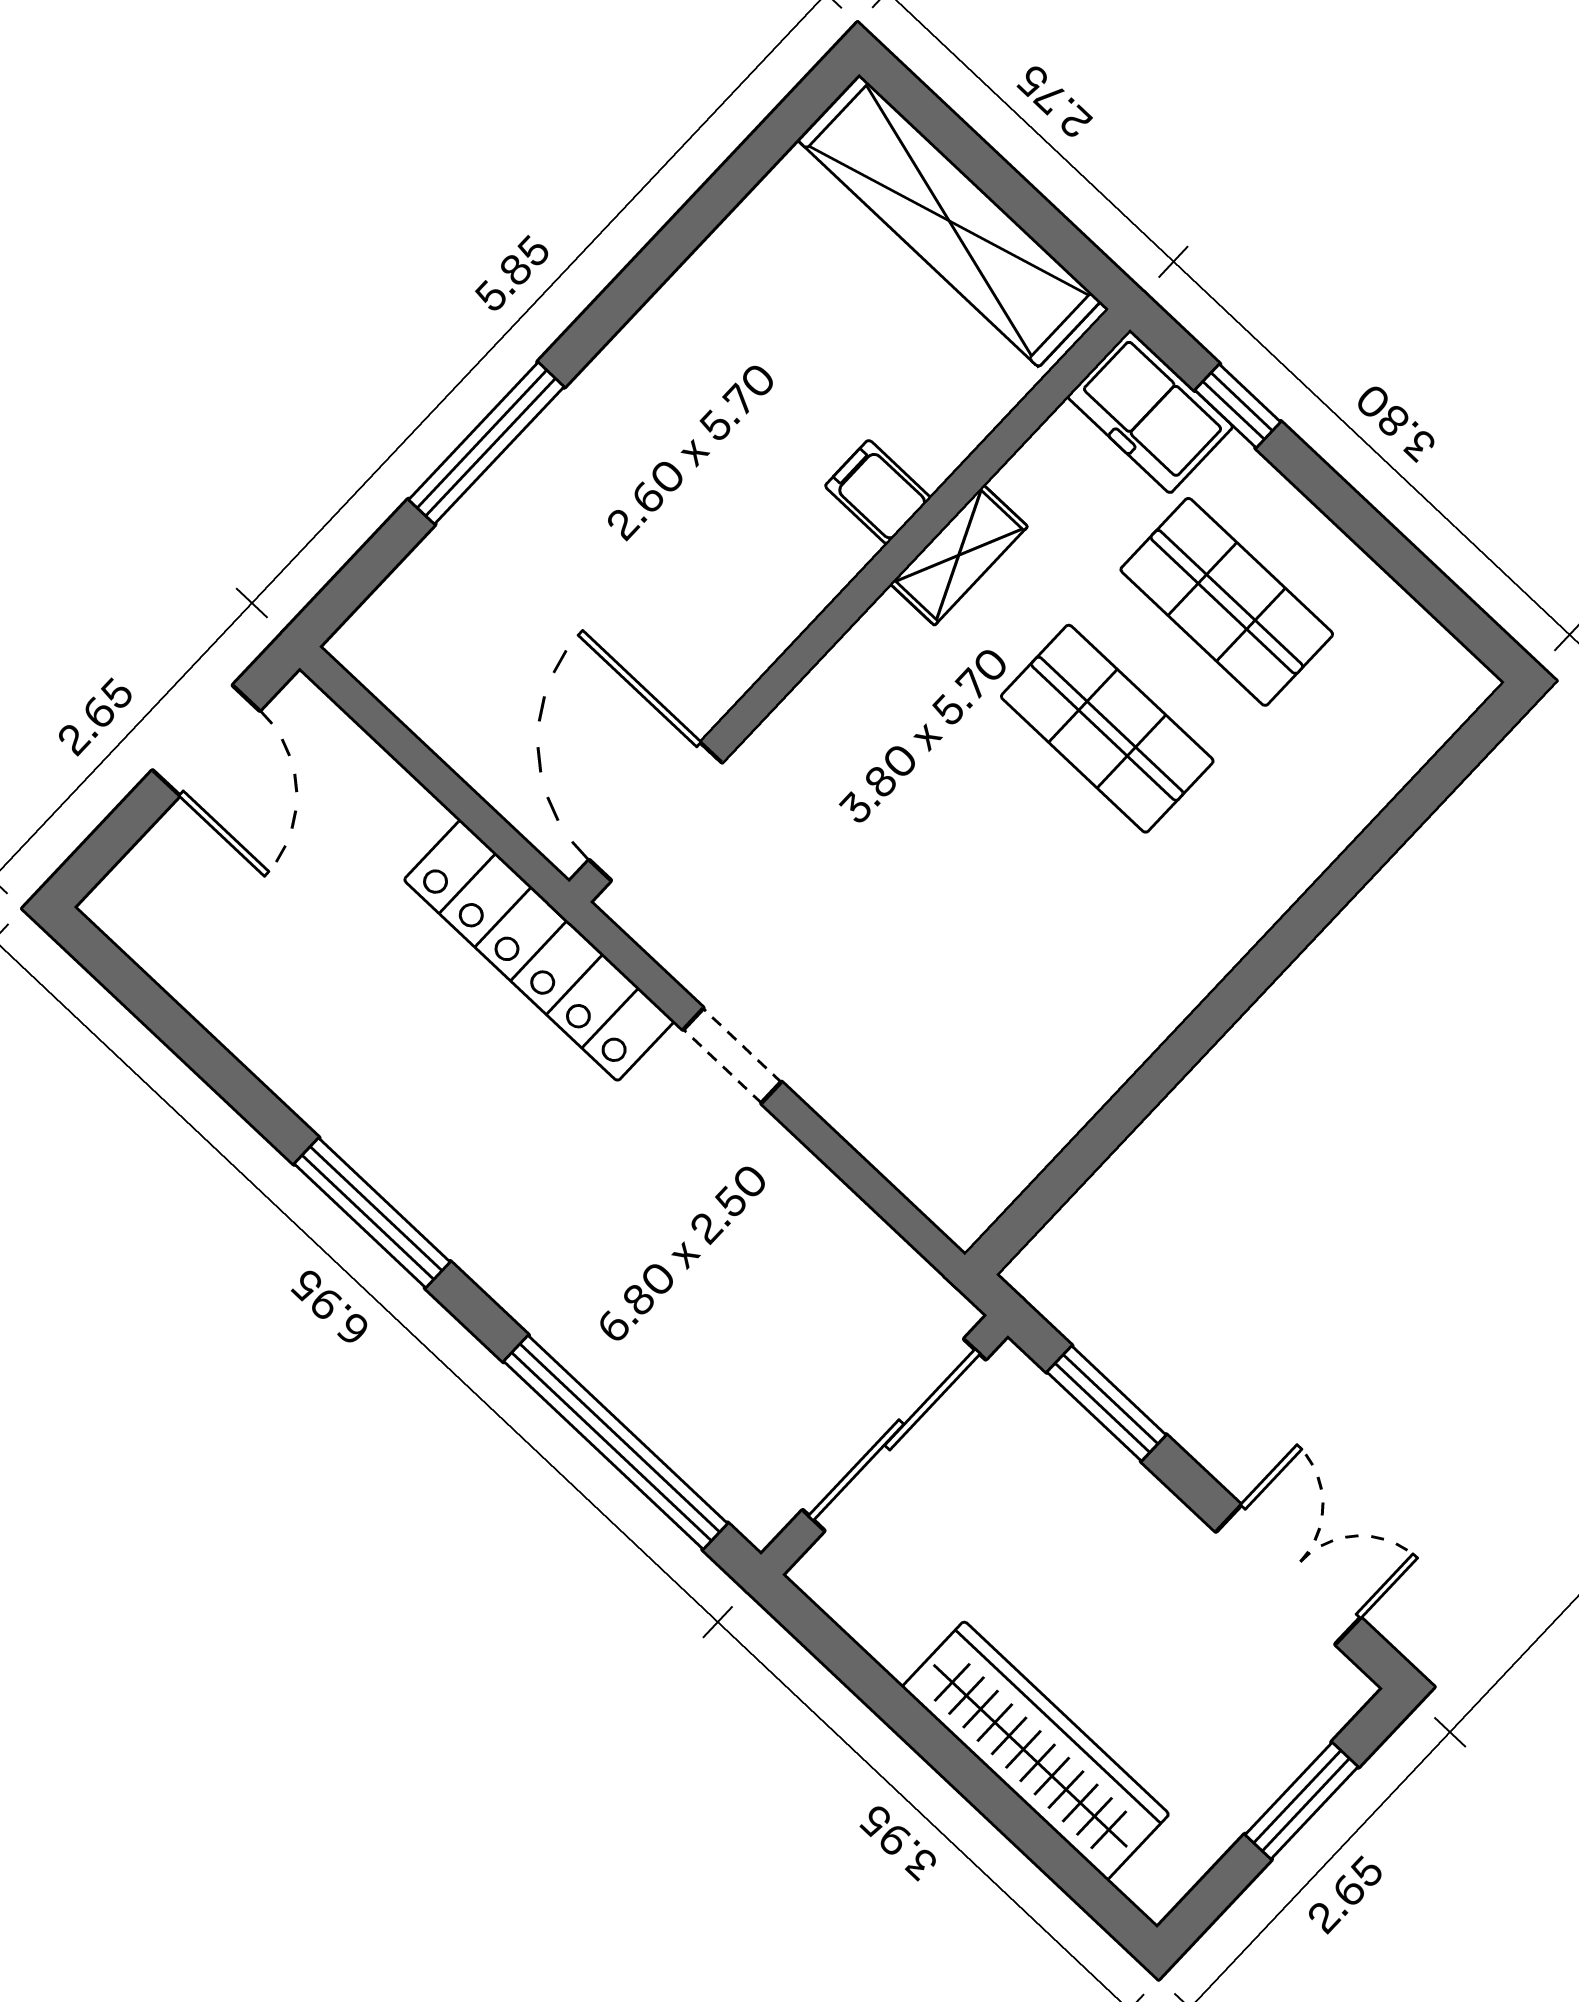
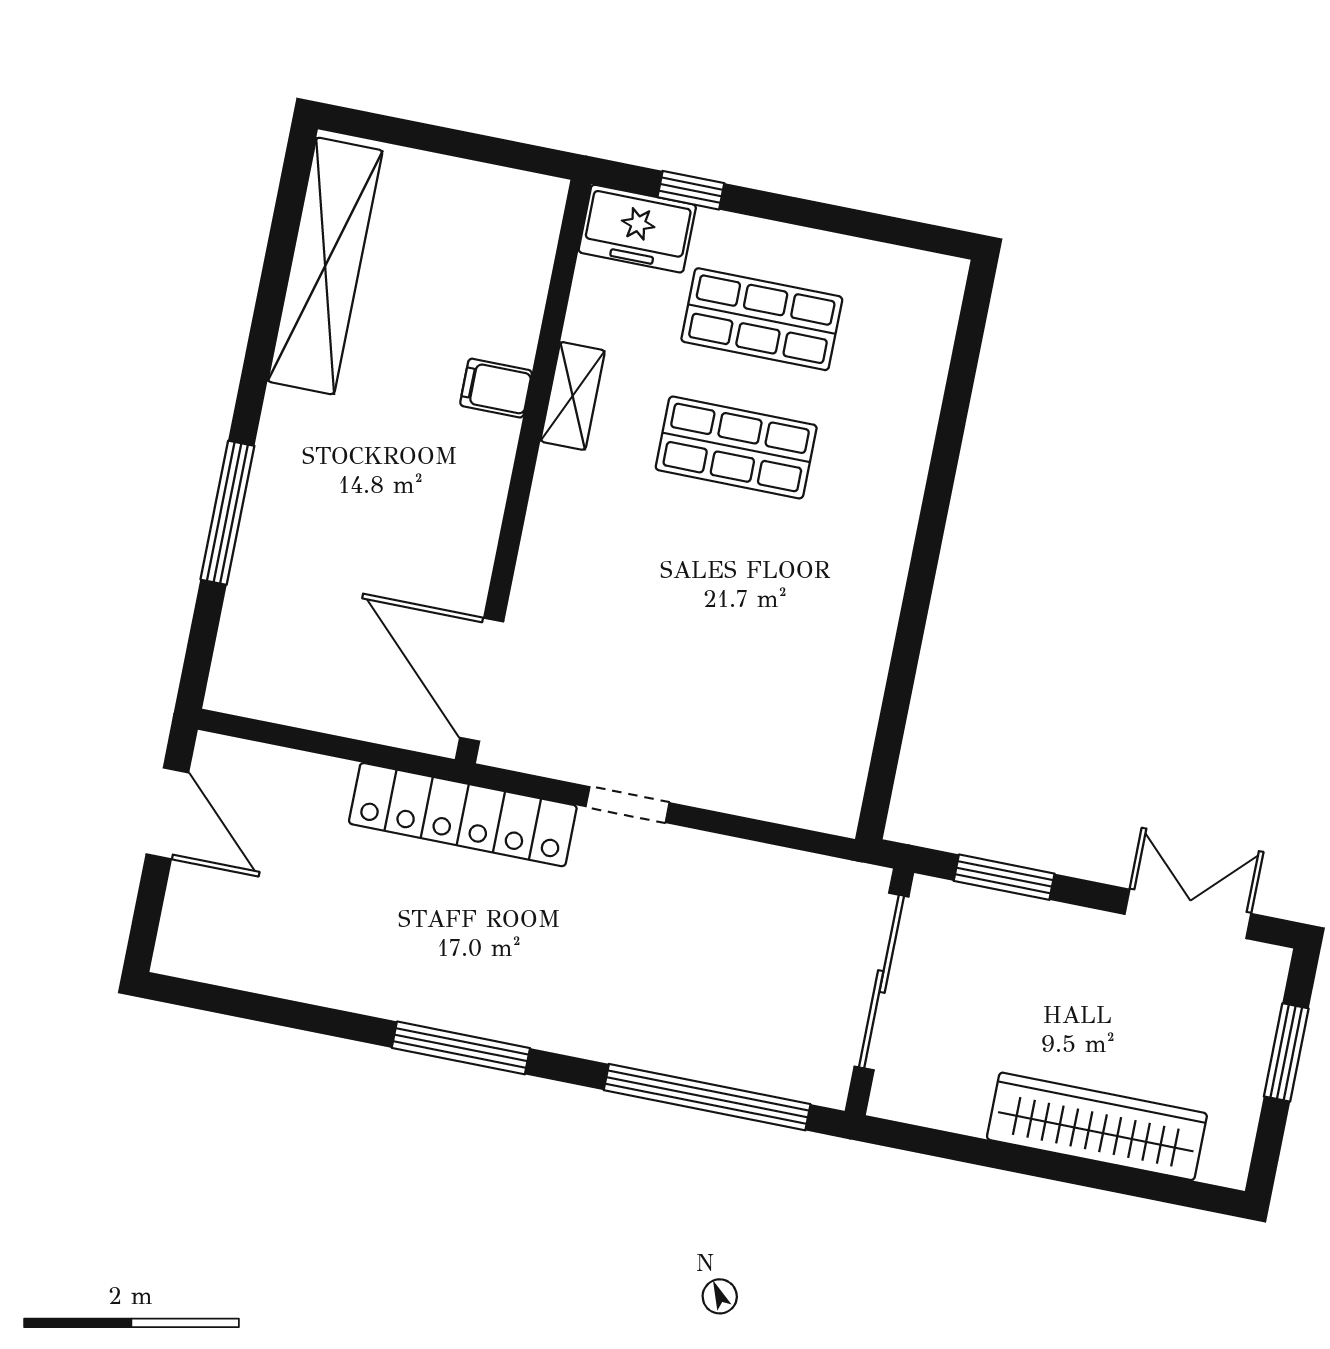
shelving: (949, 221) -> (325, 266), moved, turned 90

